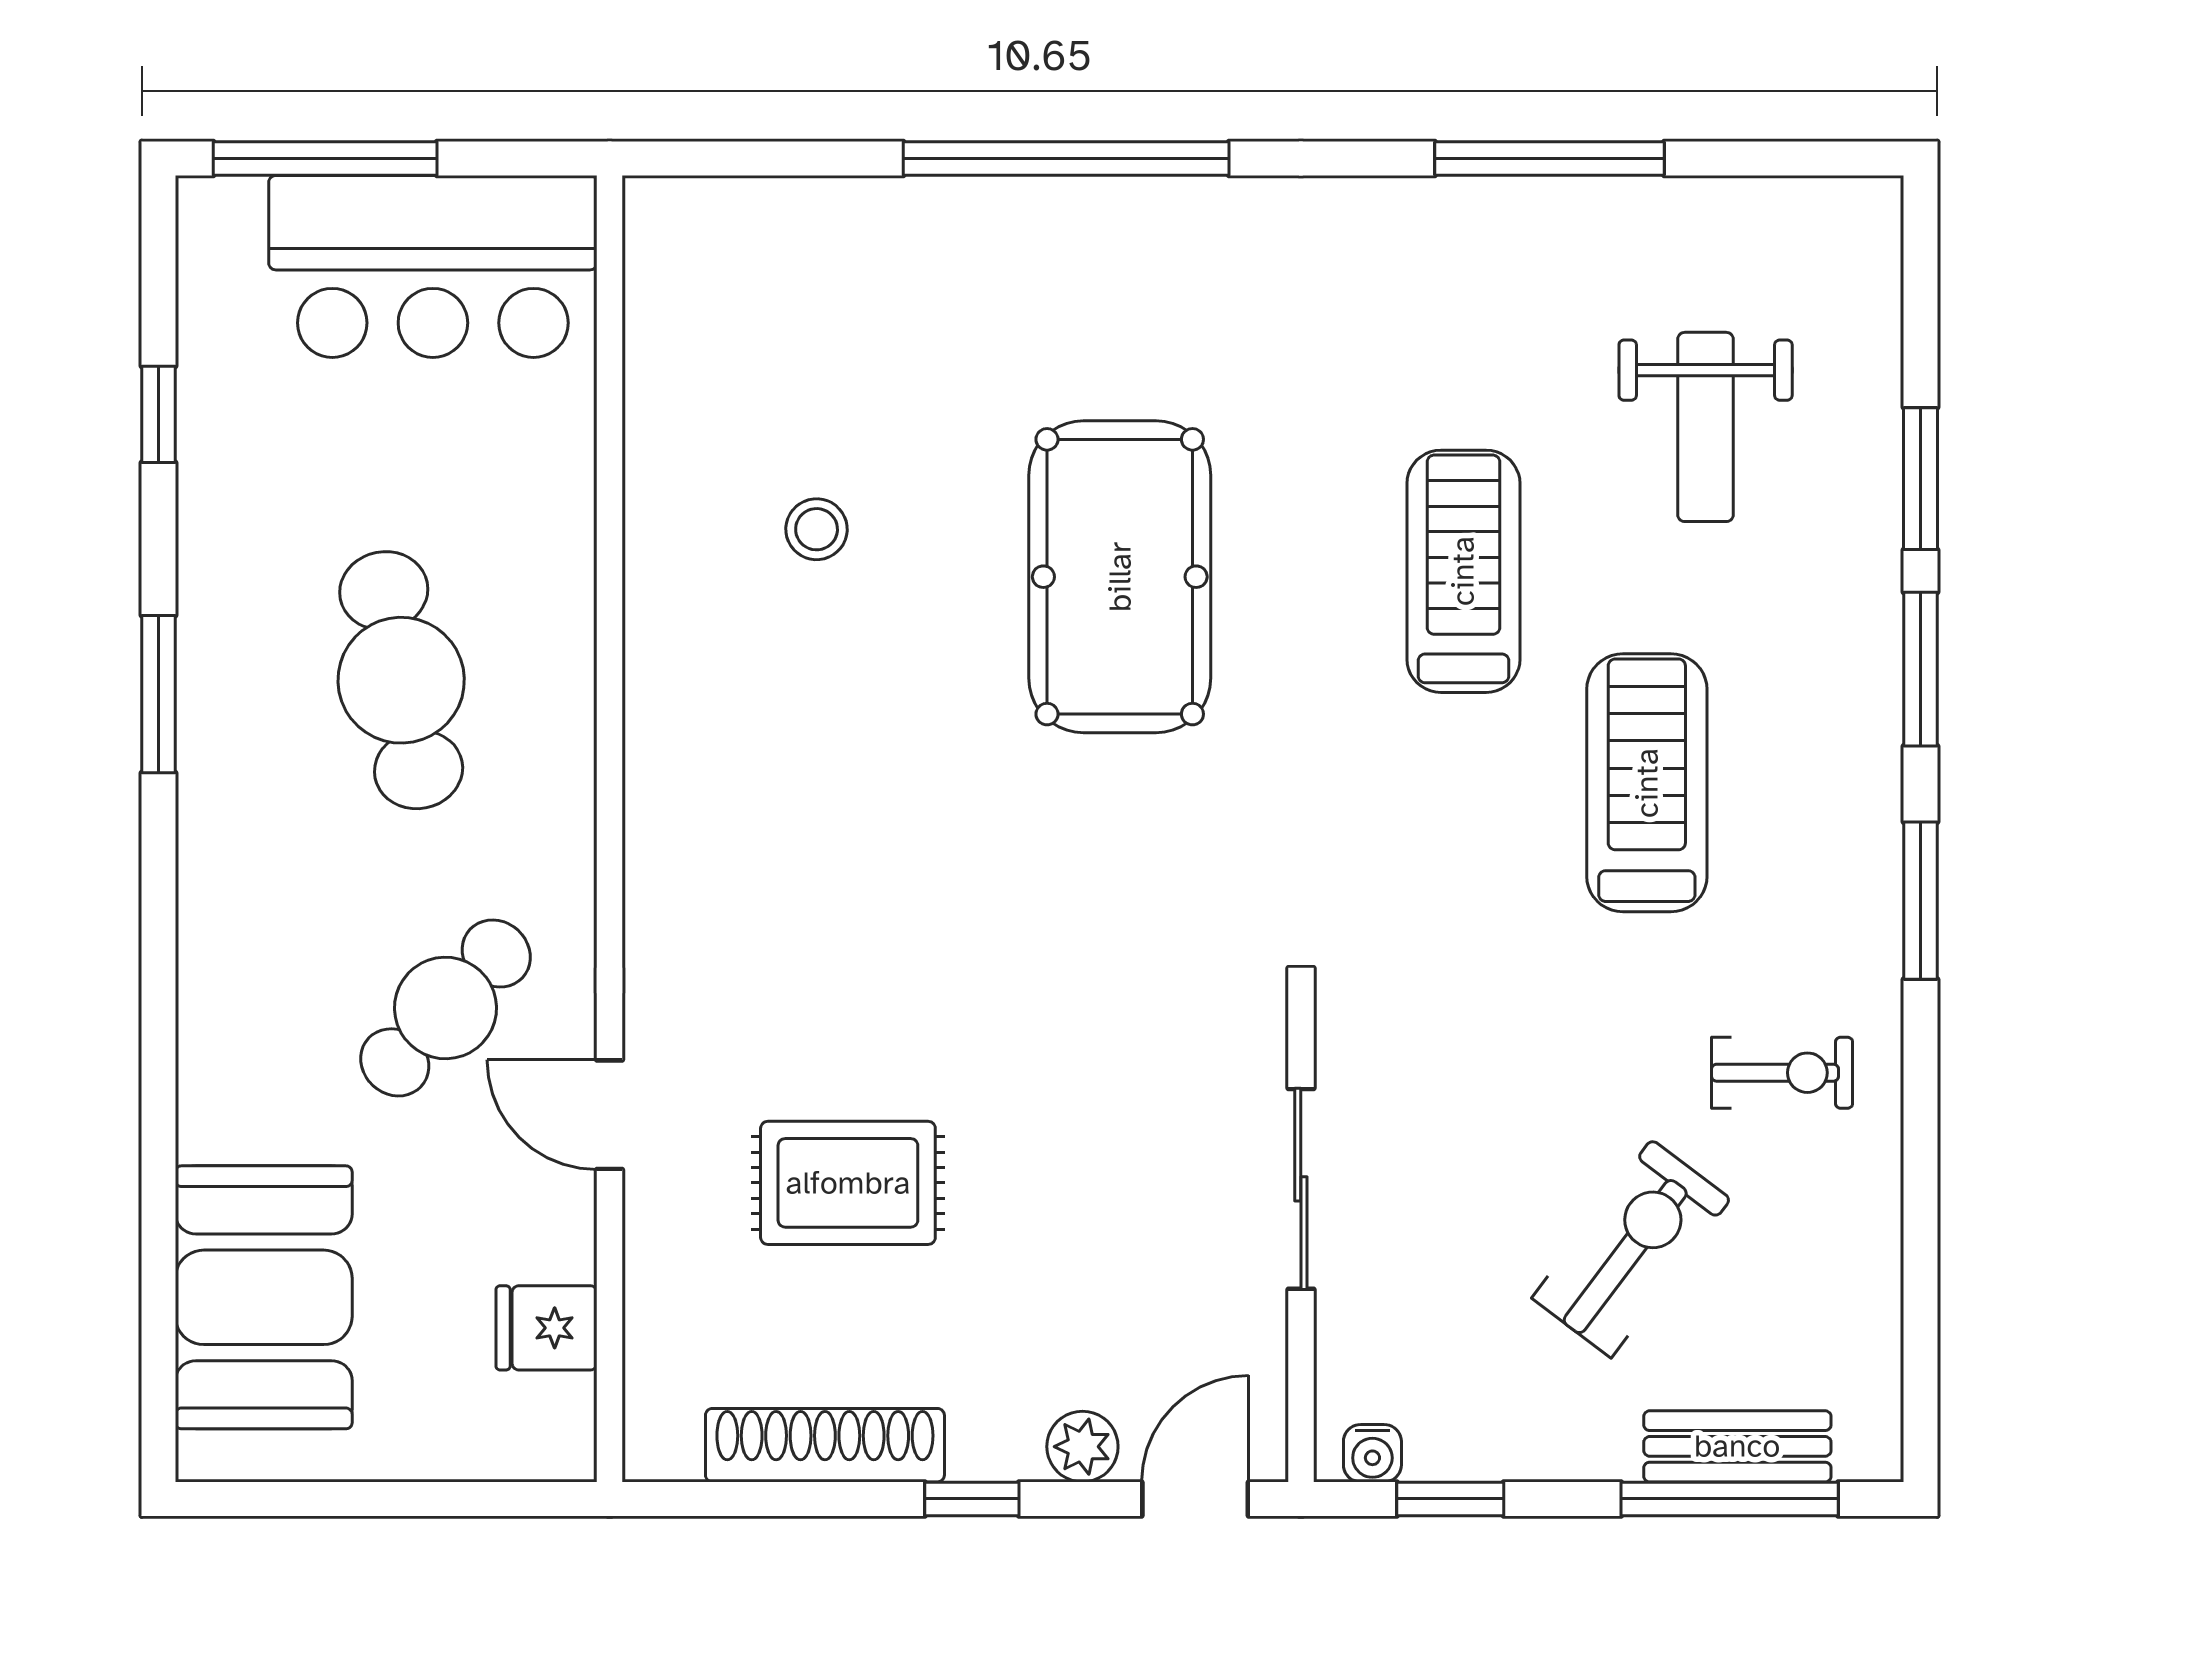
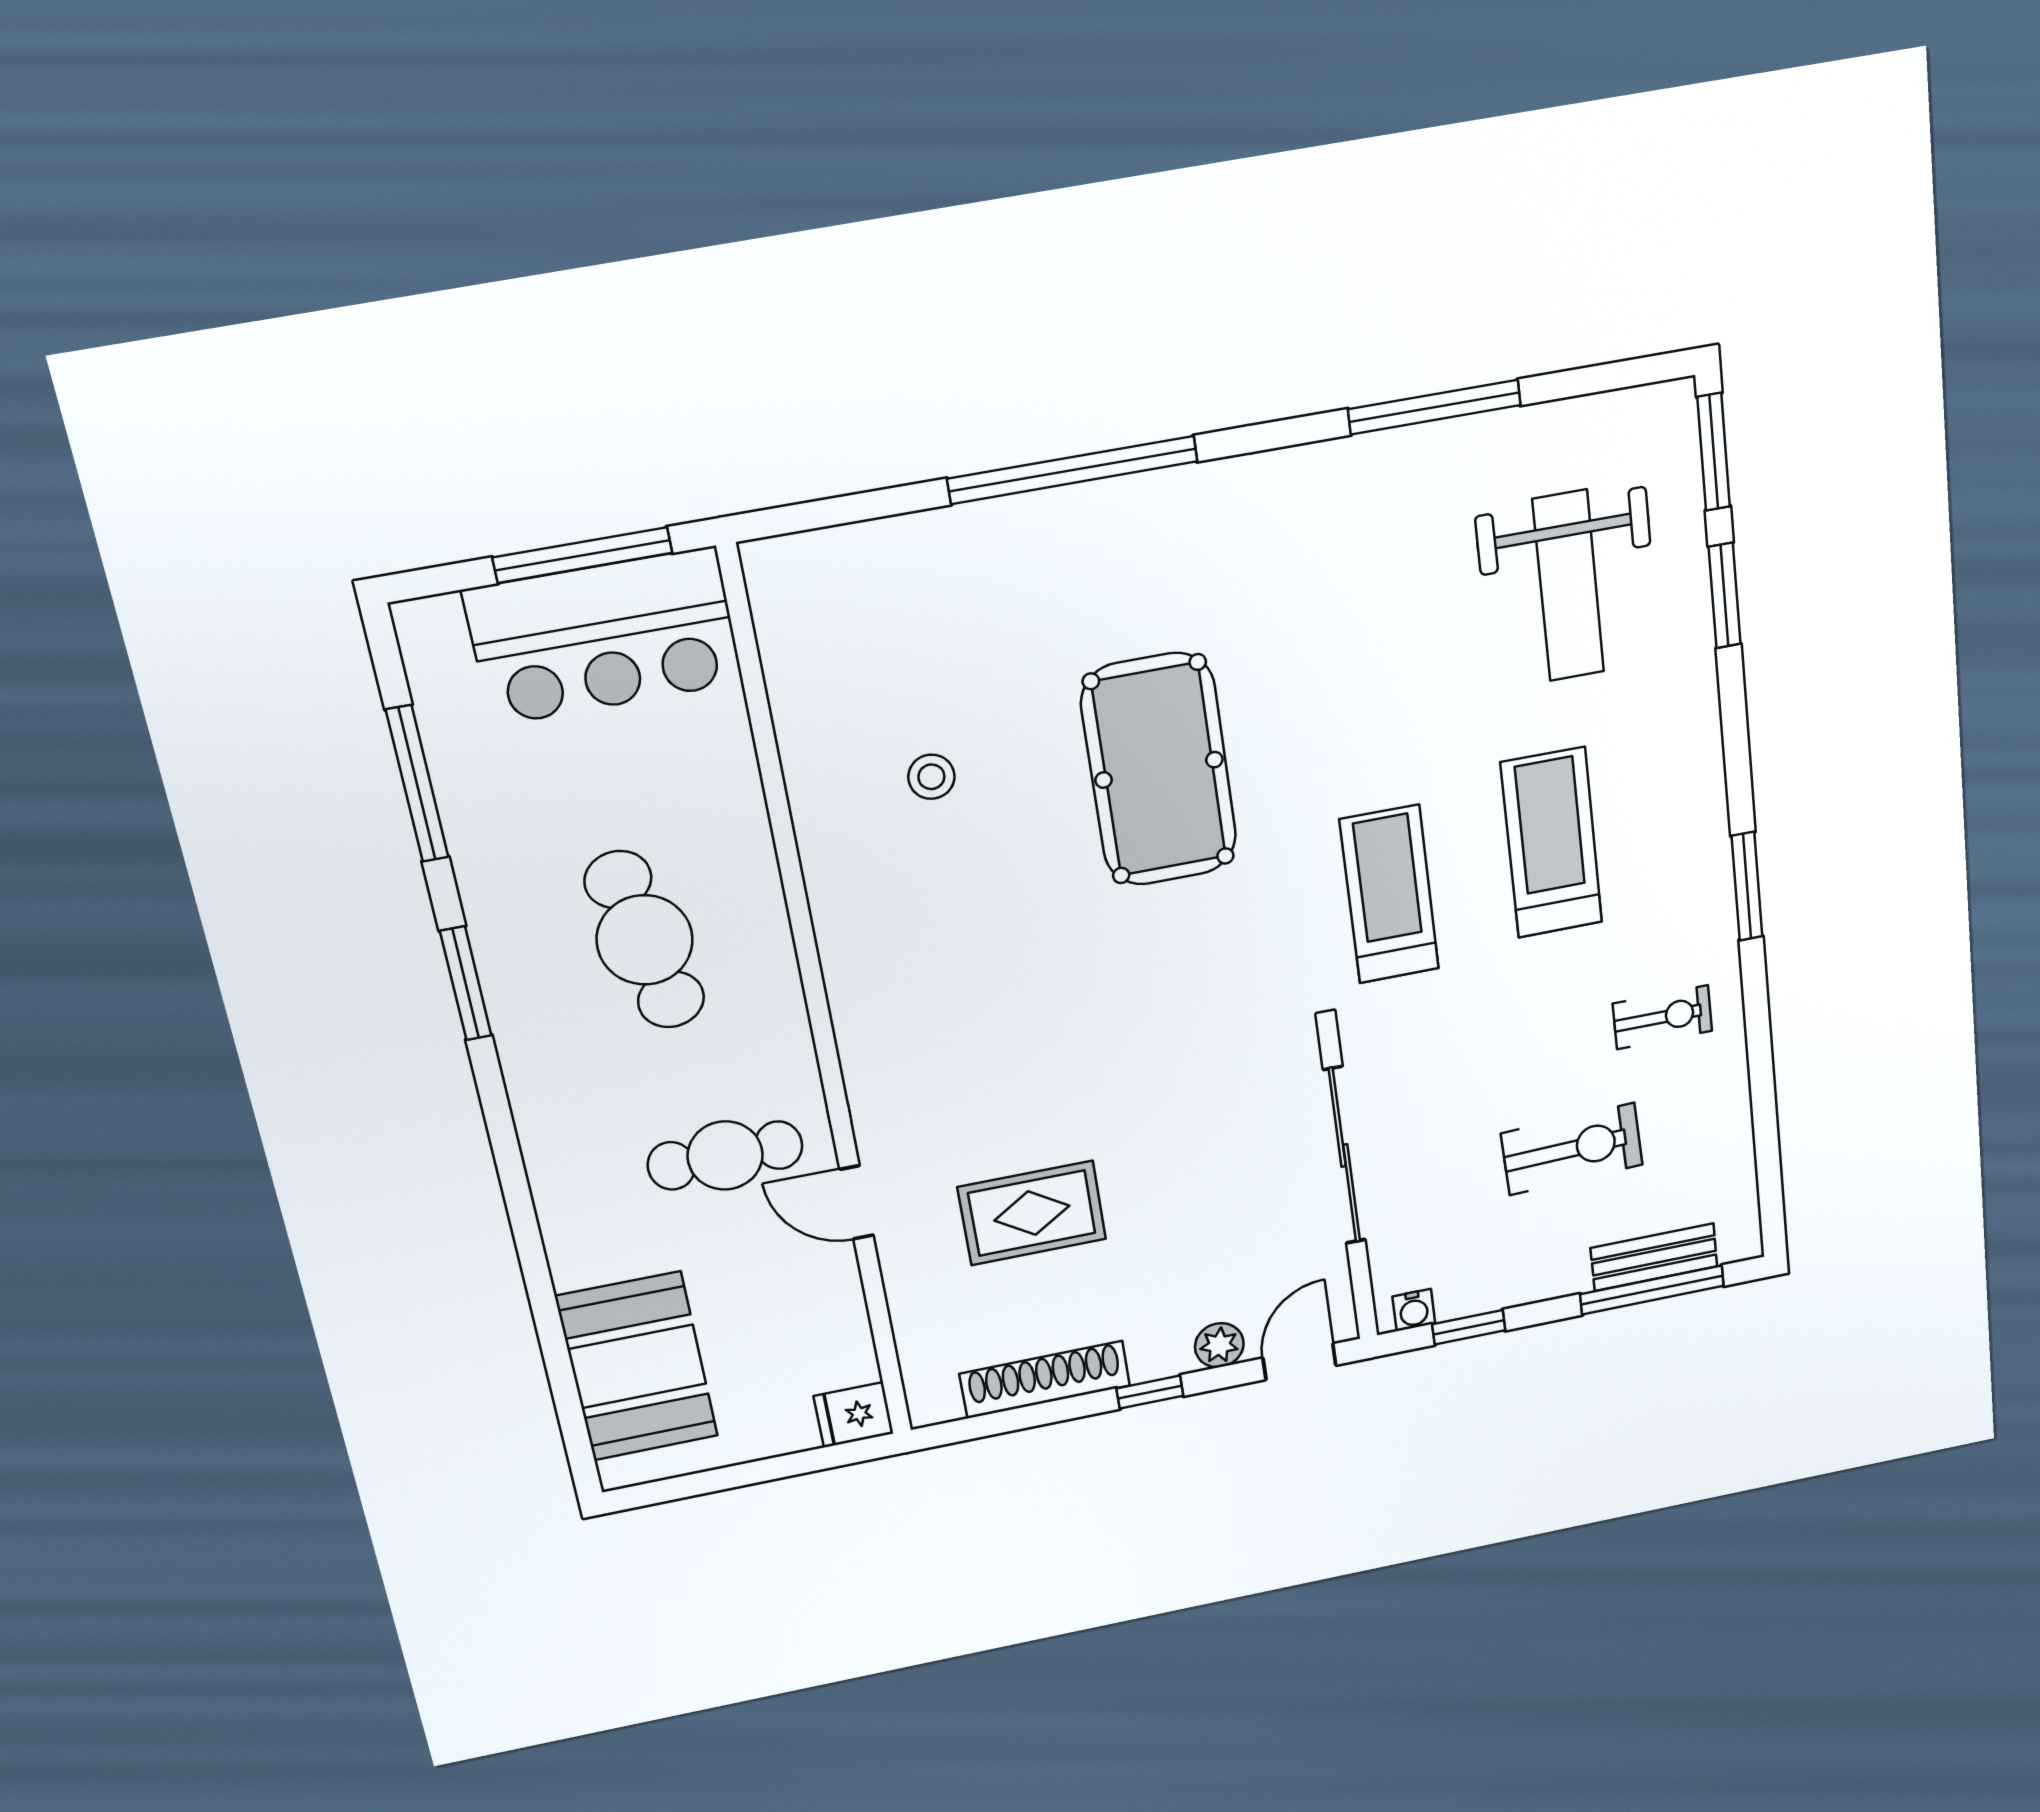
window: (325, 158) -> (582, 555), moved
window: (159, 414) -> (417, 784), width x2.17
weight bench: (1706, 427) -> (1568, 586), width x1.36, depth x1.33
treadmill: (1463, 571) -> (1389, 894), moved
window: (1921, 669) -> (1714, 452), moved
cafe table: (446, 1008) -> (725, 1155), turned 47
sliding door: (1301, 1189) -> (1344, 1155), width x1.37
exercise bike: (1631, 1249) -> (1572, 1149), turned 51
fridge: (546, 1328) -> (854, 1415), moved

